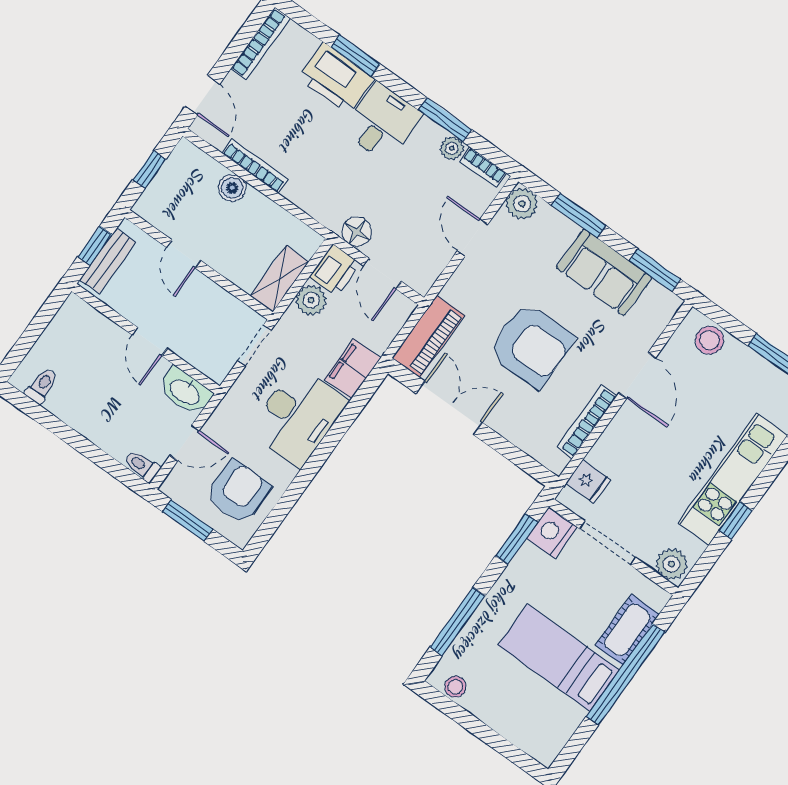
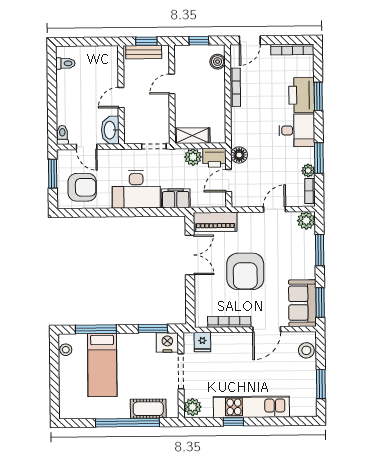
boiler: (232, 188) -> (218, 62), moved
sofa: (604, 272) -> (302, 303), moved
bed: (559, 658) -> (102, 365), moved, turned 180

